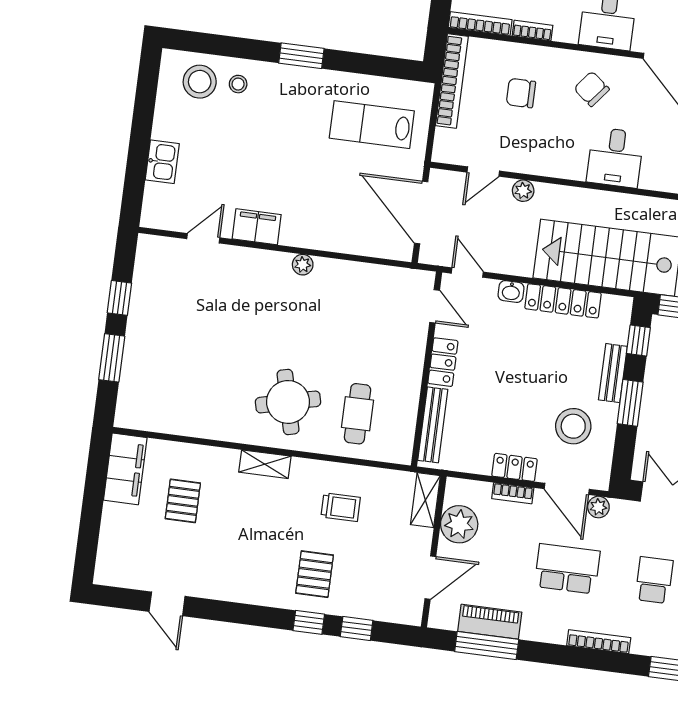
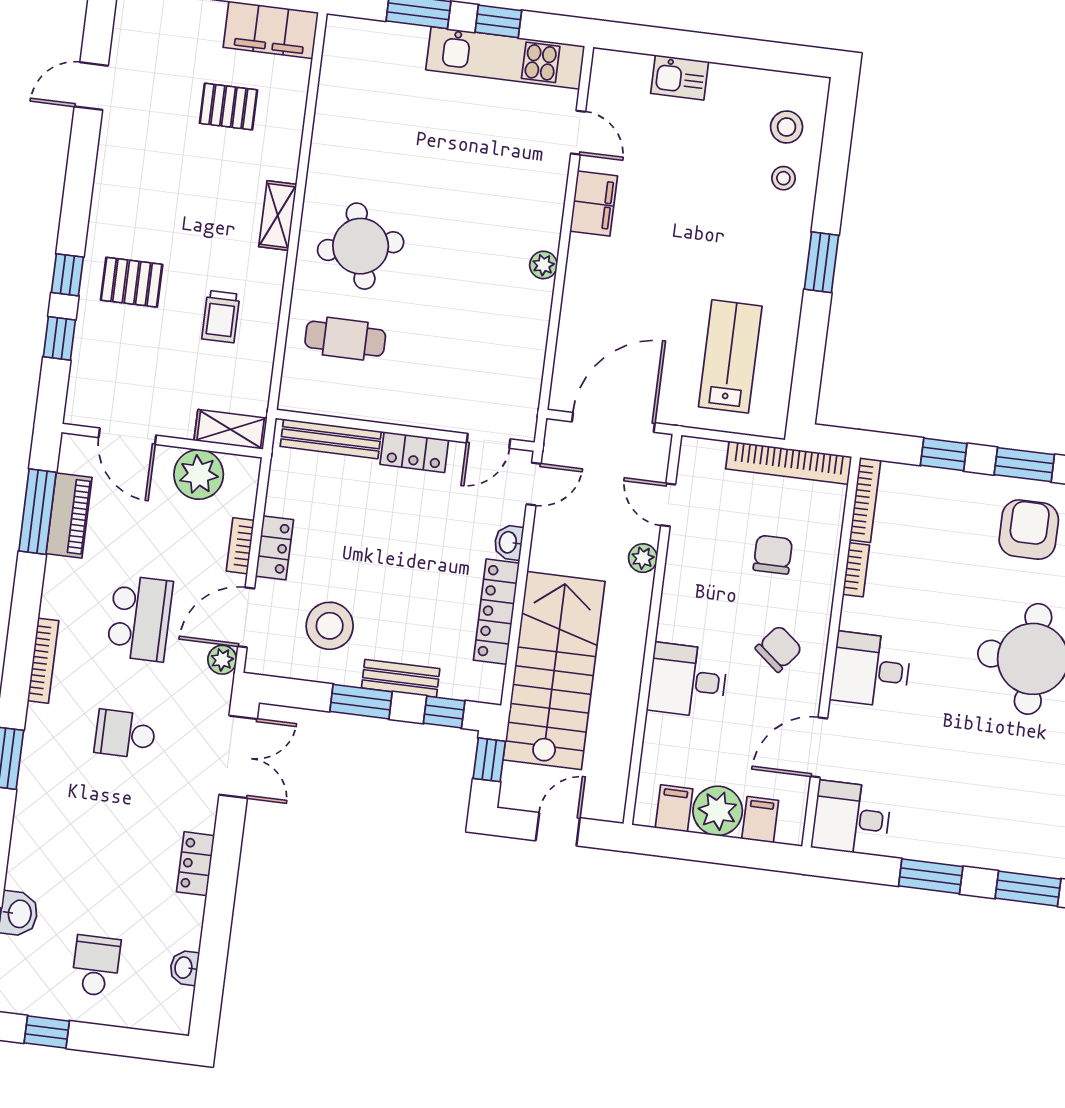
stool: (200, 82) -> (787, 127), width x0.73, depth x0.73
kitchen unit: (147, 293) -> (505, 58), added
school desk: (654, 580) -> (125, 734), turned 180

